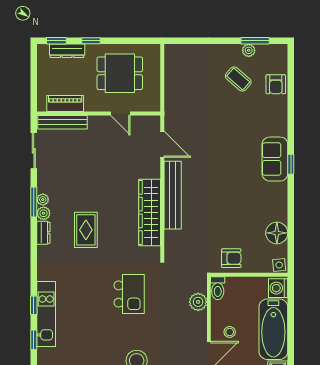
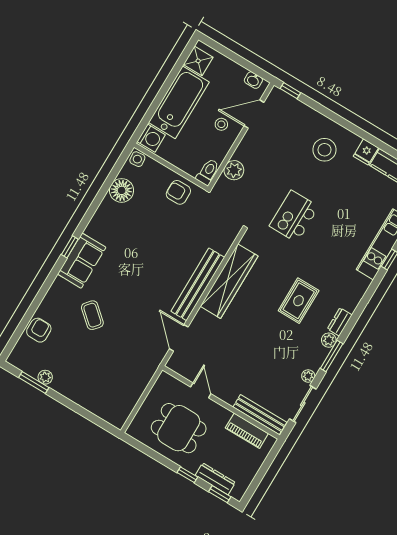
coffee table: (238, 79) -> (92, 315), moved
plant: (43, 200) -> (308, 376), moved

